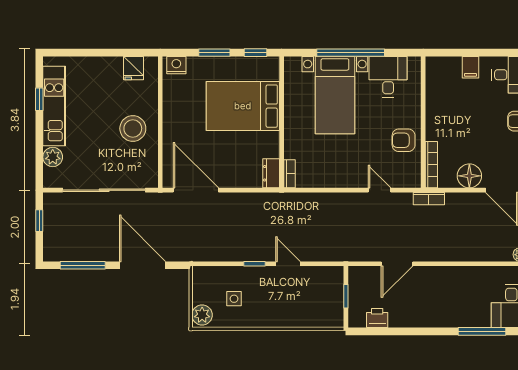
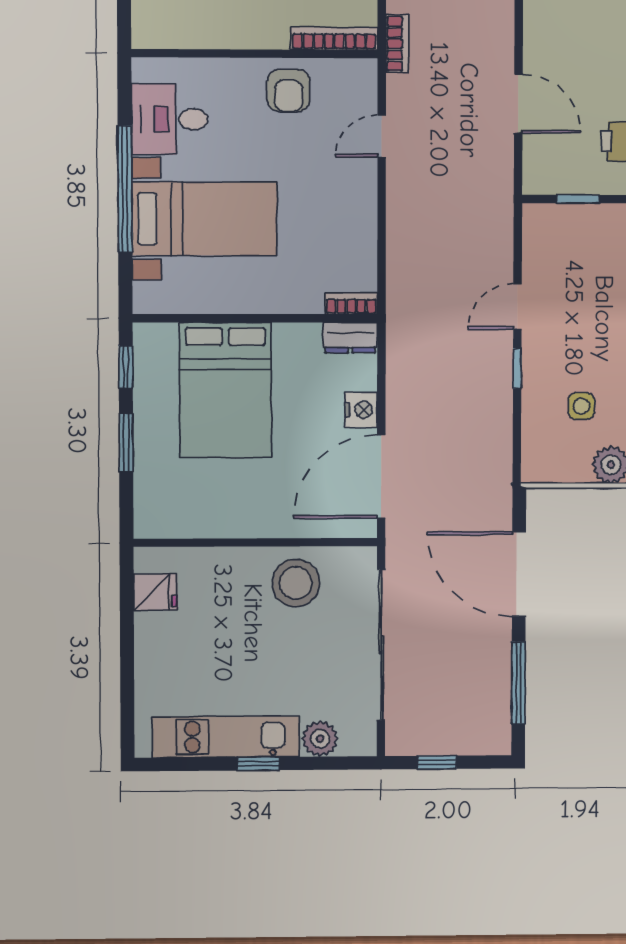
nightstand: (176, 65) -> (361, 410), moved, turned 180
window: (39, 99) -> (258, 764), moved
stool: (133, 128) -> (296, 583), moved
door: (142, 265) -> (519, 574), hinge flipped

